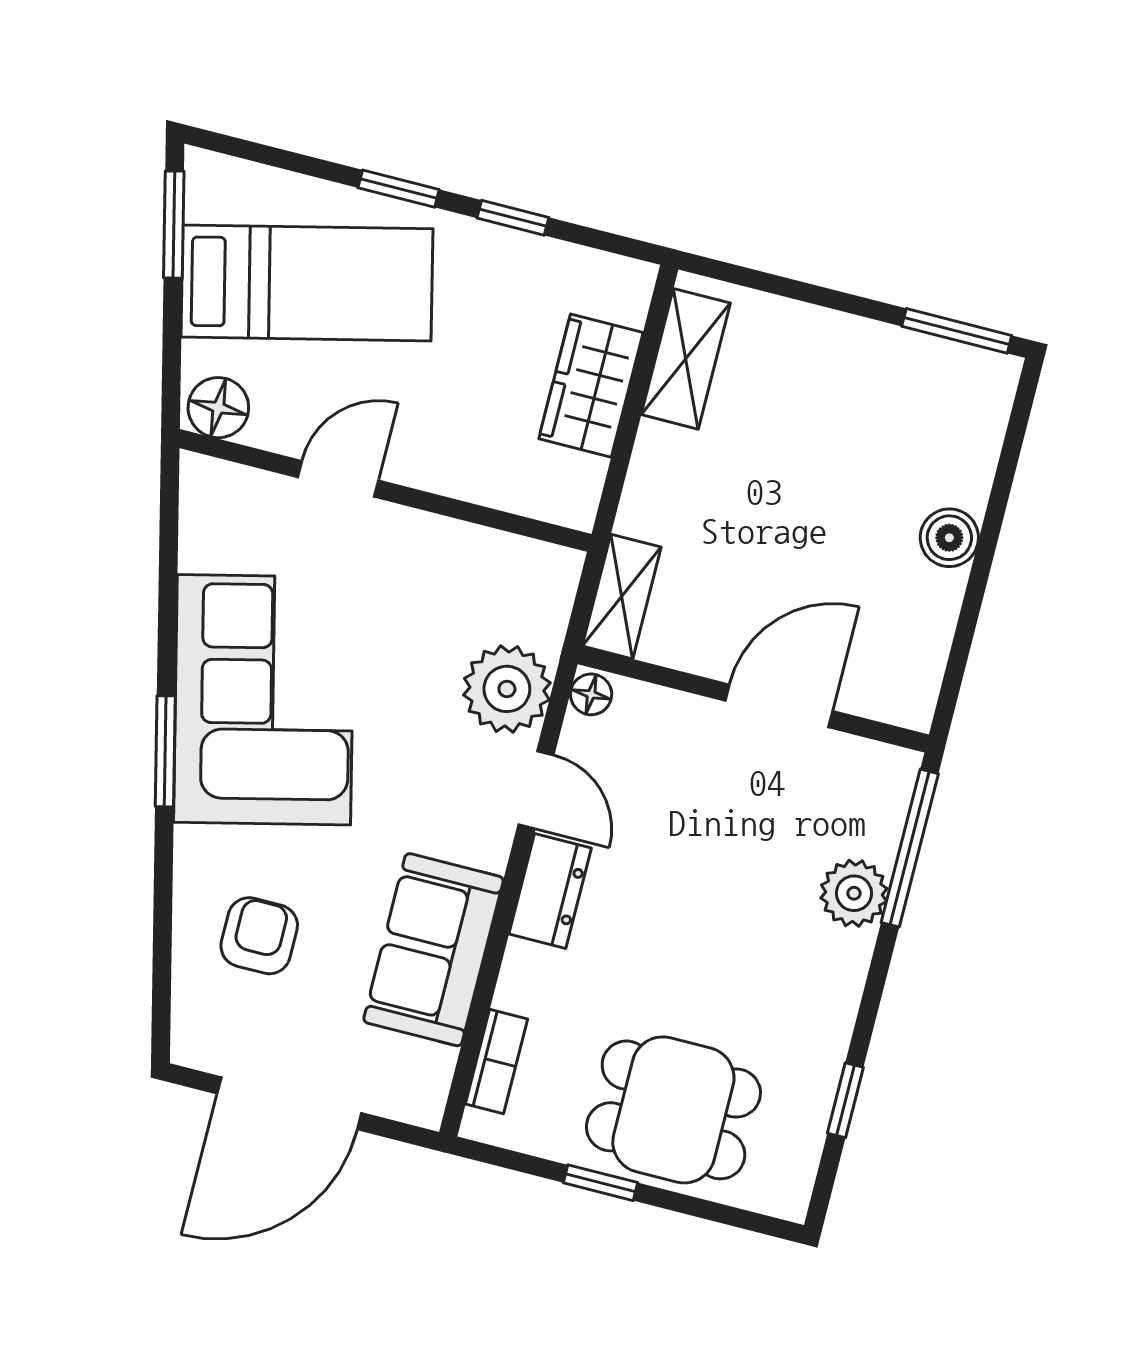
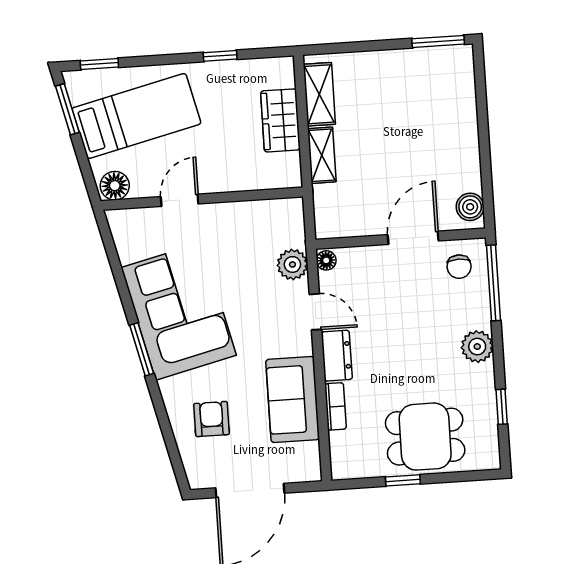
window: (399, 189) -> (99, 64), moved
boiler: (949, 538) -> (470, 207), moved
shelving: (622, 597) -> (322, 155), moved
plant: (507, 689) -> (292, 264), width x0.73, depth x0.73
chair: (852, 793) -> (459, 267), added
plant: (854, 893) -> (477, 347), moved
bookcase: (497, 1062) -> (335, 406), moved

